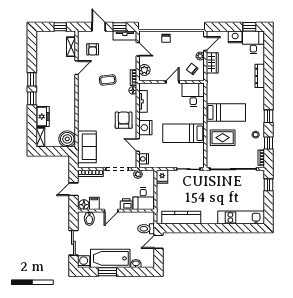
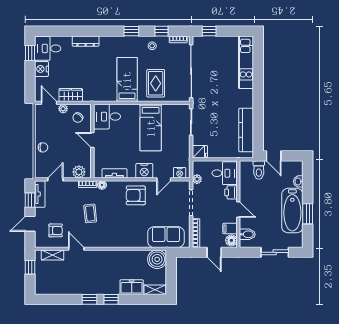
washing machine: (84, 262) -> (296, 241), removed

